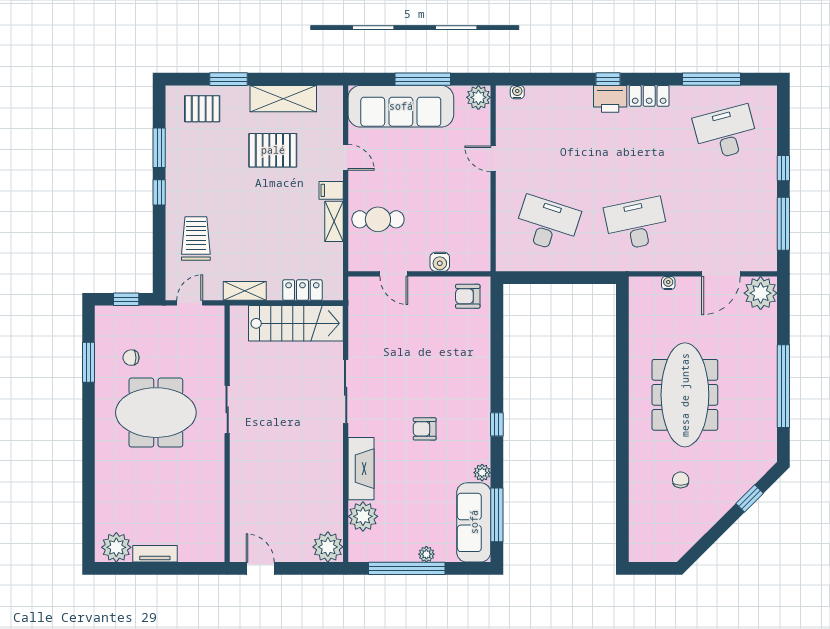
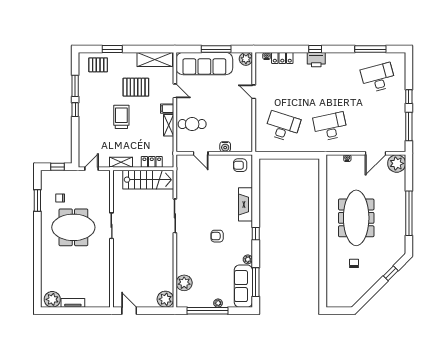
locker: (649, 96) -> (282, 58), moved
shelving: (283, 99) -> (155, 59), moved
trolley: (196, 238) -> (121, 117), moved
fireplace: (361, 469) -> (245, 204), moved, turned 180

